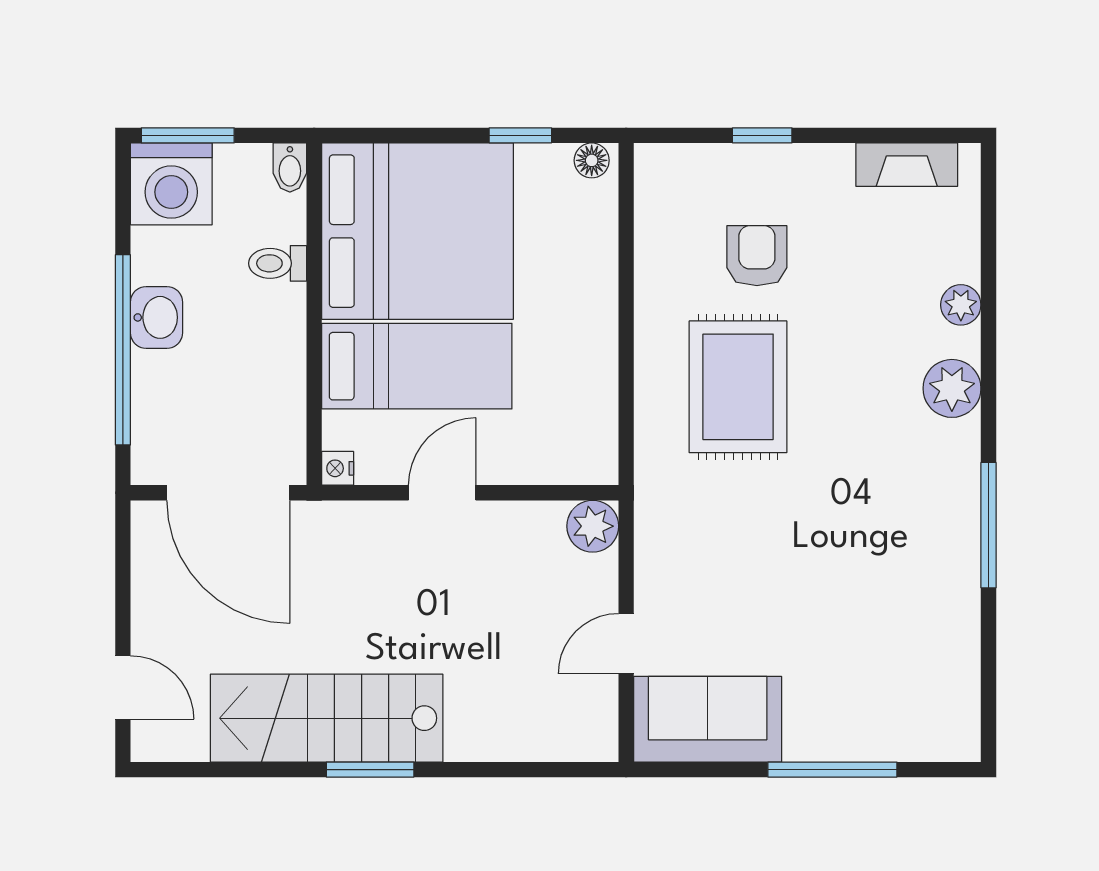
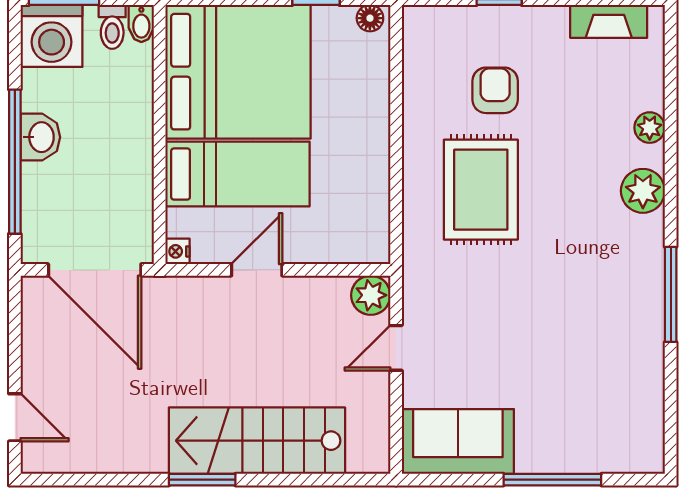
toilet: (278, 263) -> (112, 27), moved, turned -90
door: (626, 644) -> (396, 348), moved
stairs: (327, 718) -> (257, 441), moved

